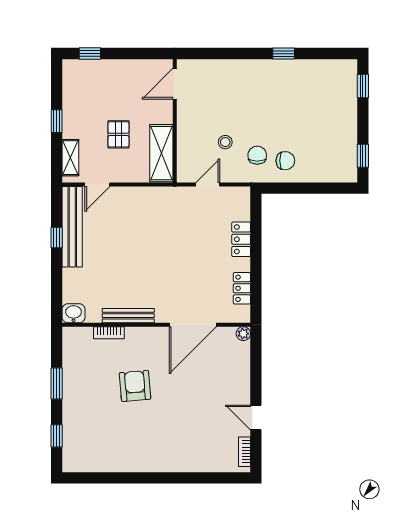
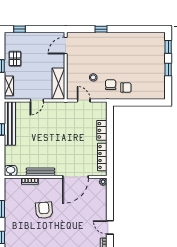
window: (284, 54) -> (101, 29), moved
pallet: (118, 134) -> (15, 59), moved
window: (363, 156) -> (168, 69), moved
door: (97, 185) -> (37, 100), moved
door: (208, 185) -> (84, 100), hinge flipped
locker: (242, 288) -> (102, 157), width x1.53

